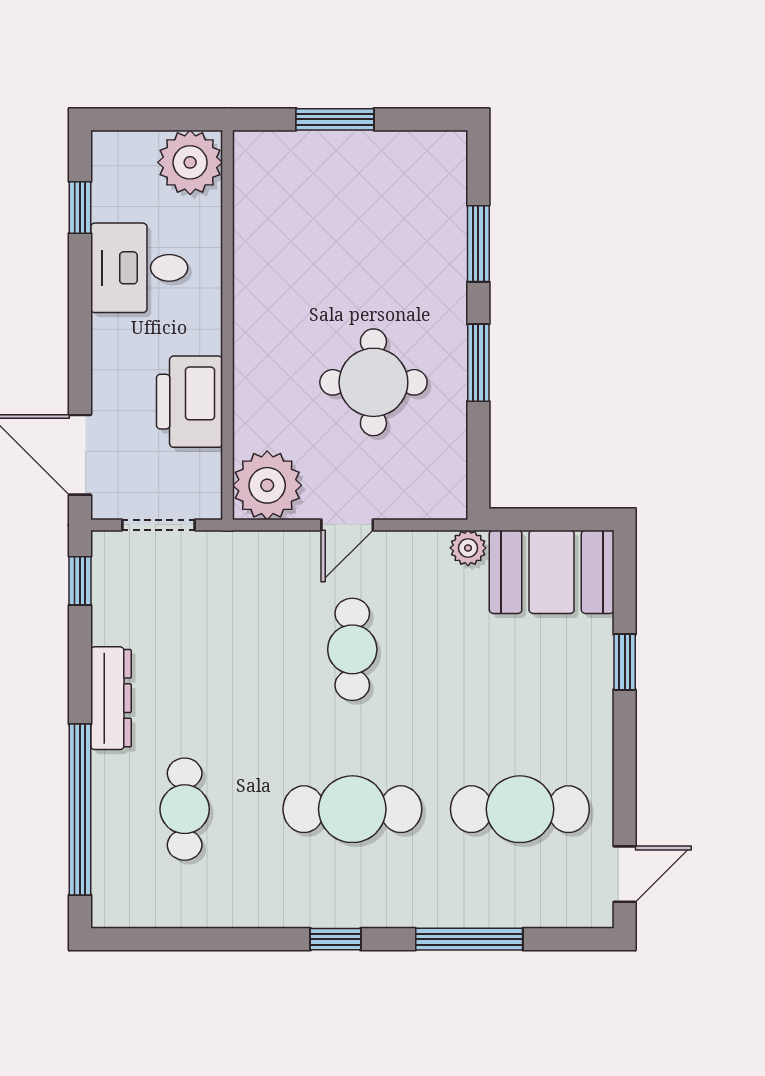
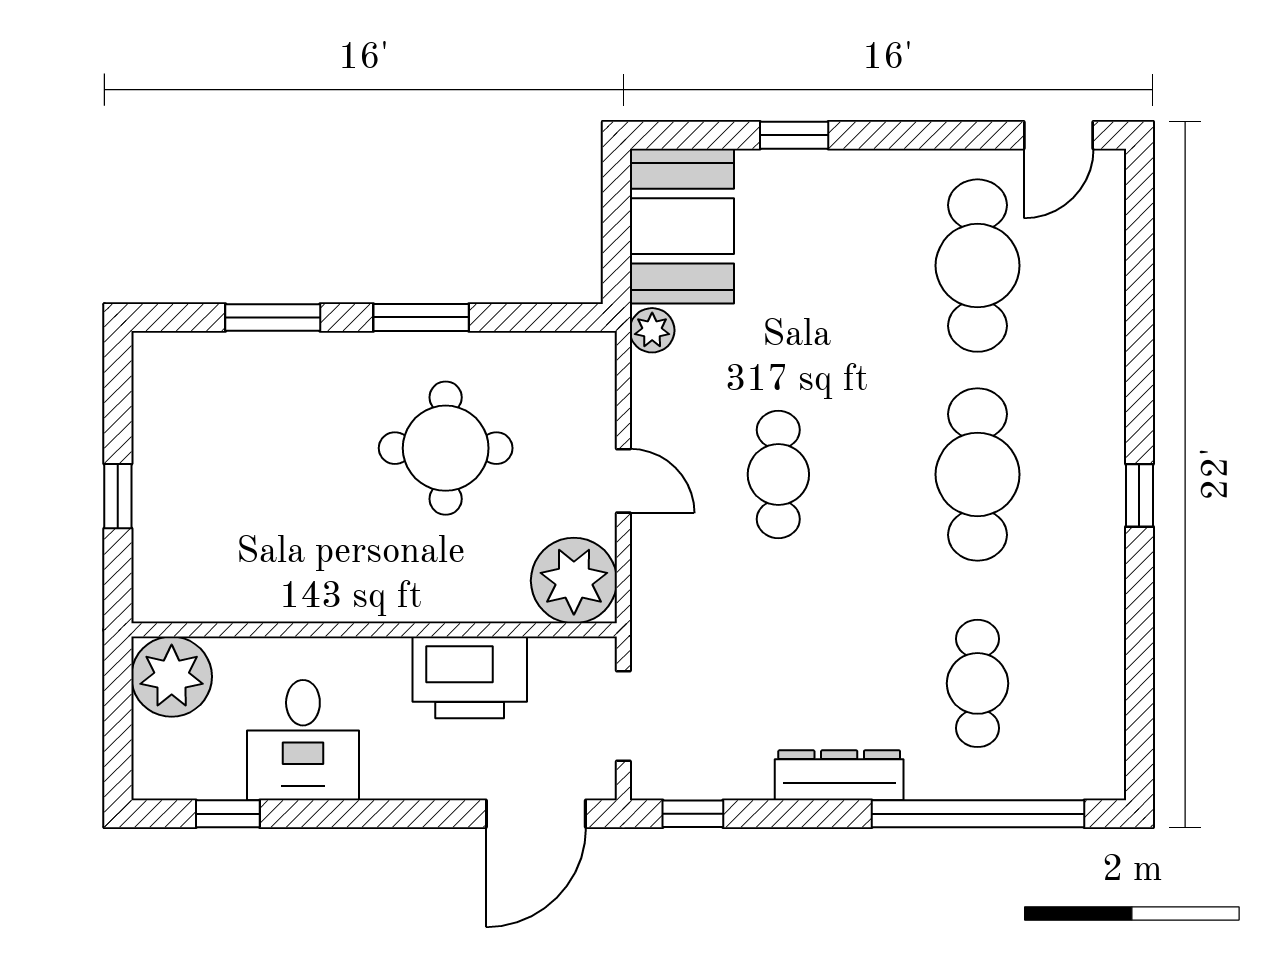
window: (335, 119) -> (118, 496), width x0.67
cafe table: (352, 649) -> (778, 474), turned 90
cafe table: (185, 809) -> (978, 683), turned 90
door: (625, 874) -> (1059, 135), swing flipped
window: (469, 939) -> (1139, 329), removed

